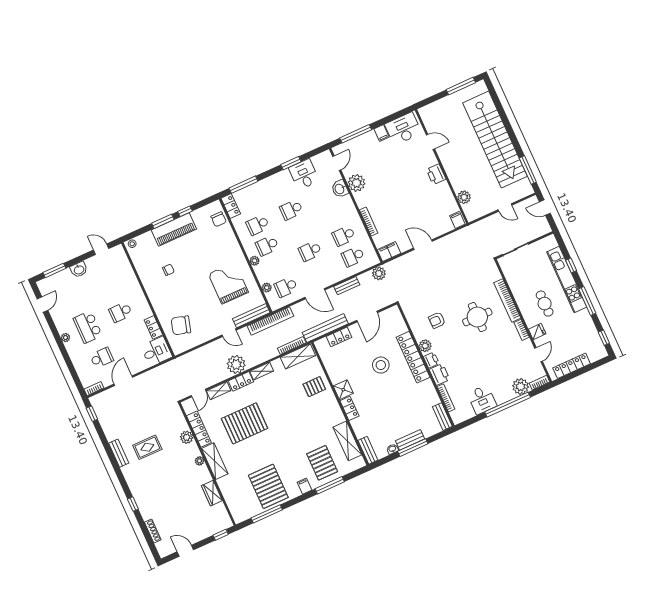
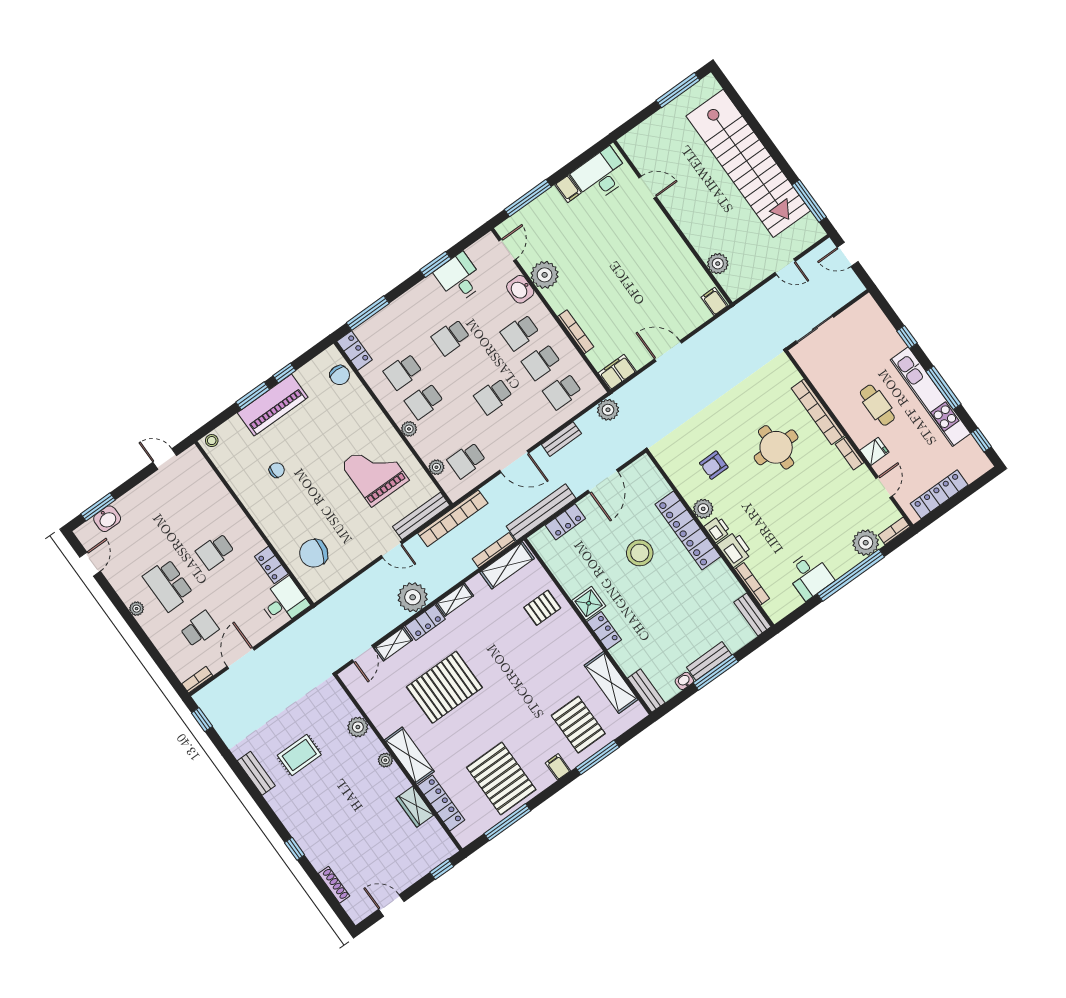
printer: (436, 174) -> (667, 236), removed
school desk: (334, 215) -> (520, 332), added
washbasin: (79, 270) -> (107, 519), moved
kitchen unit: (567, 279) -> (930, 397), moved
locker: (199, 429) -> (441, 803), moved

